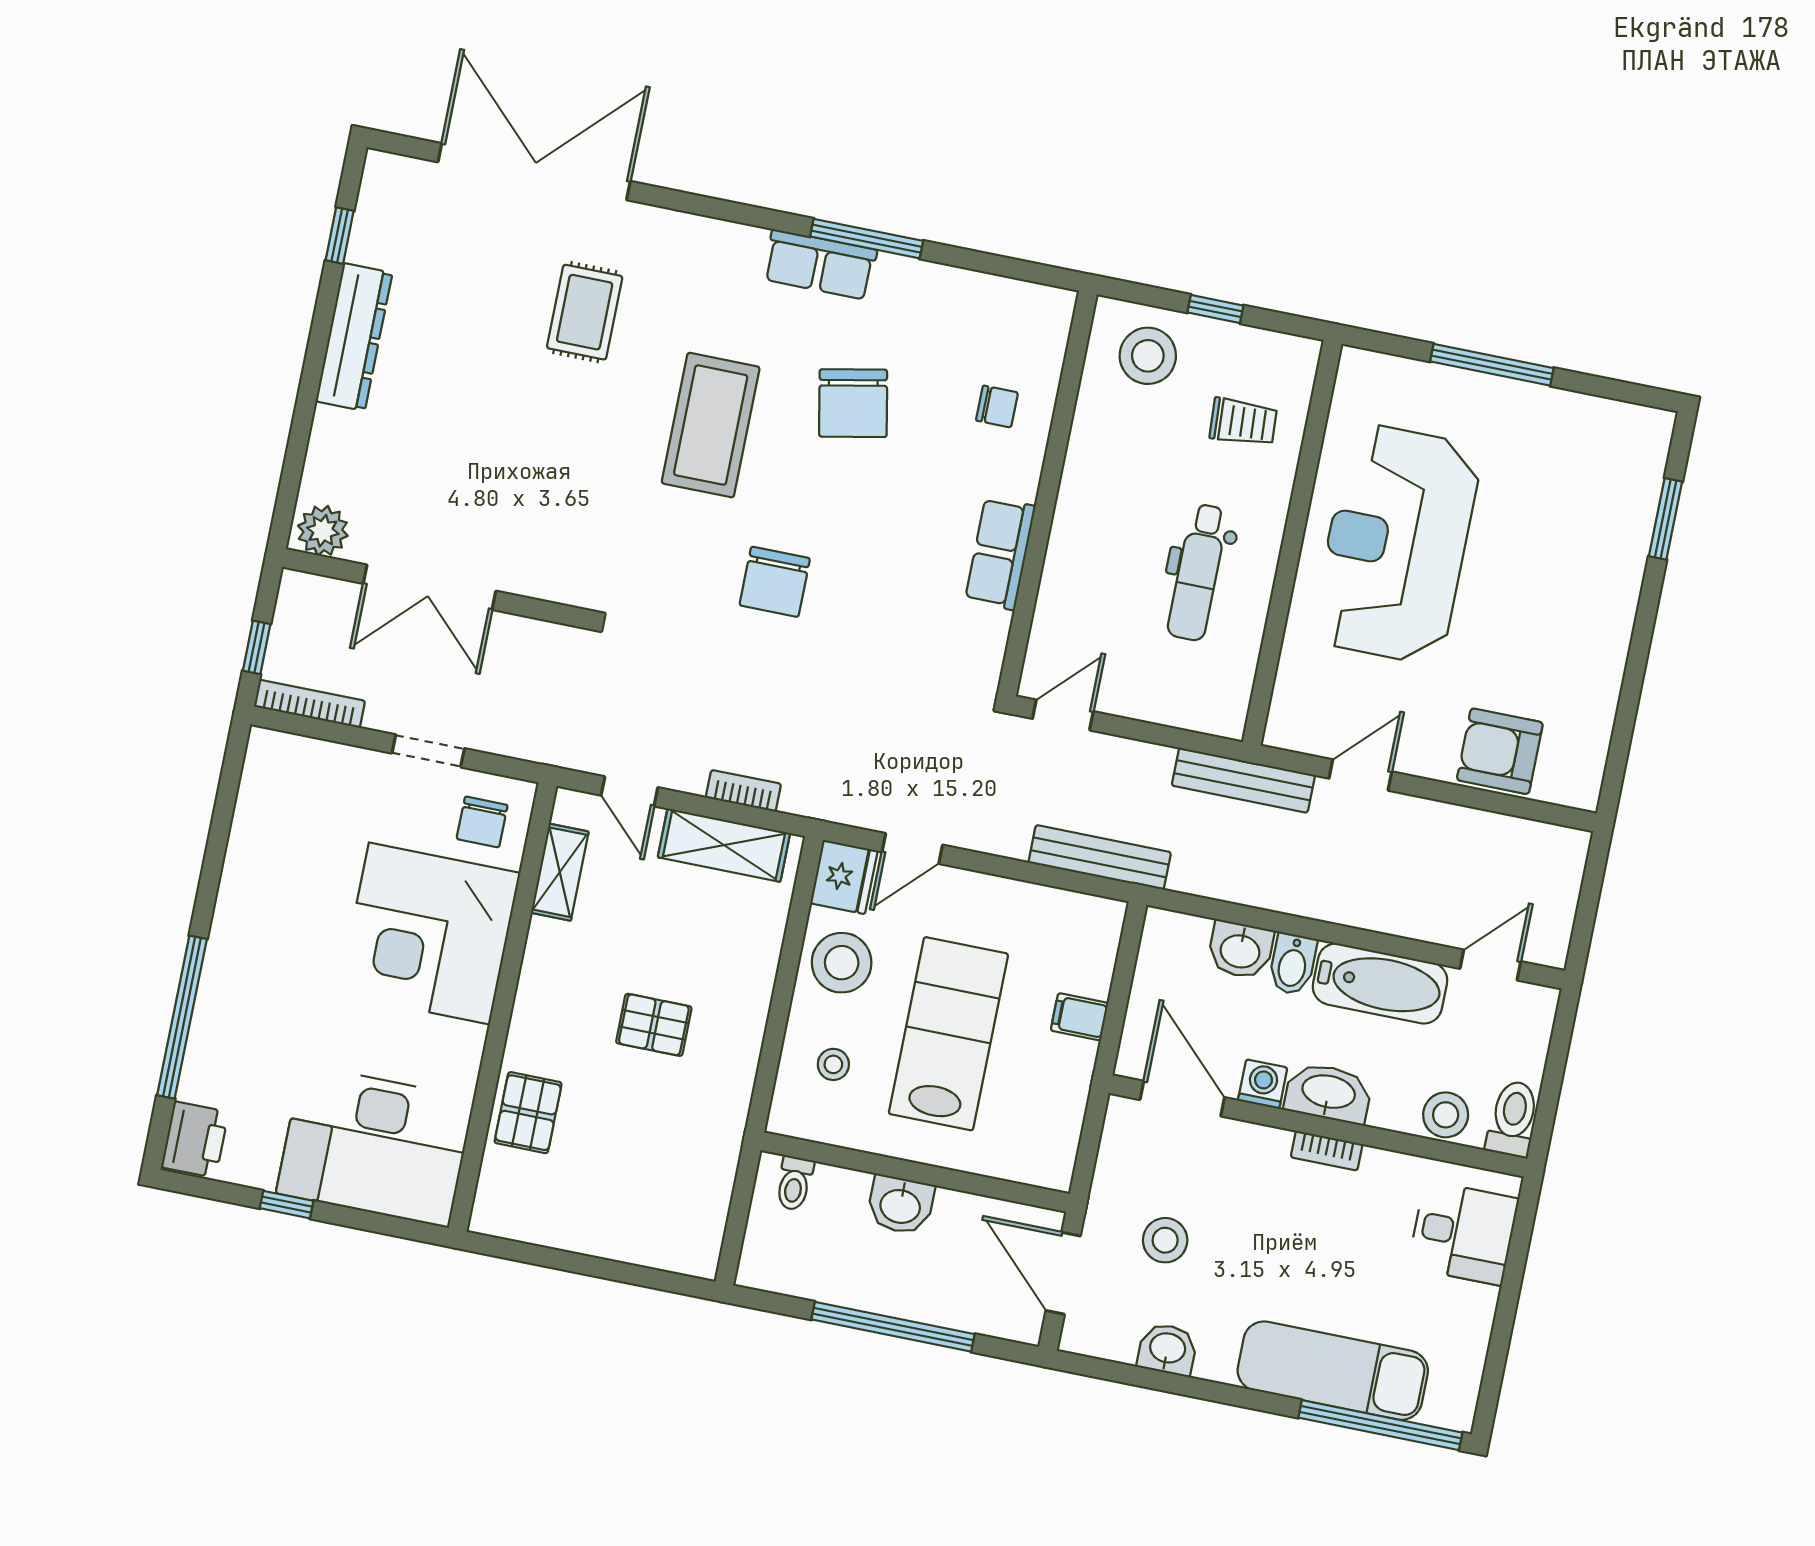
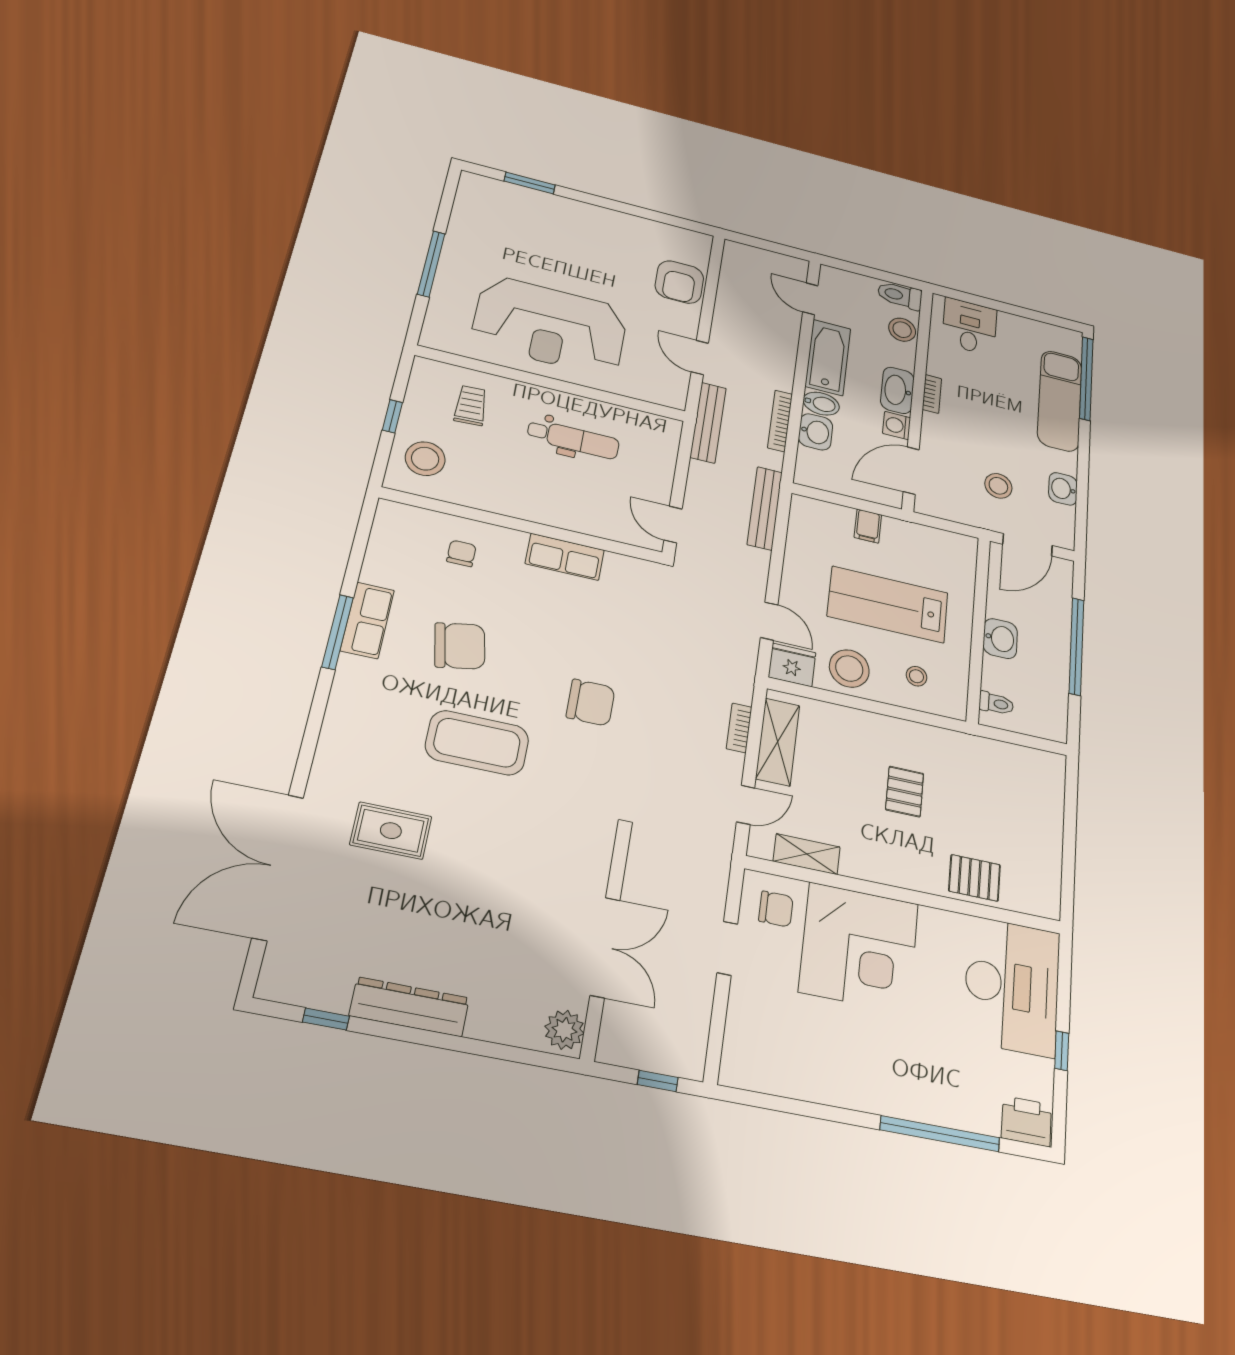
row of seats: (820, 265) -> (367, 620), moved
bookcase: (309, 704) -> (780, 421), moved

